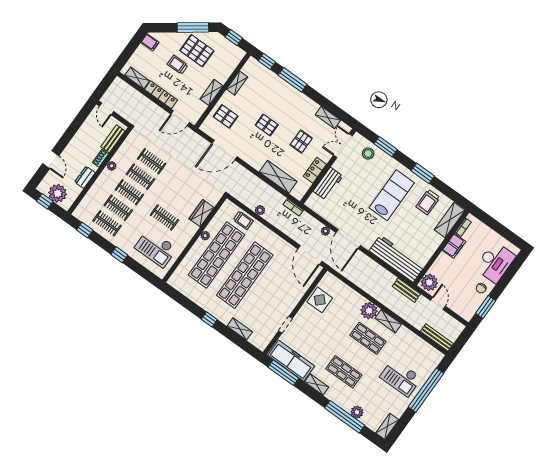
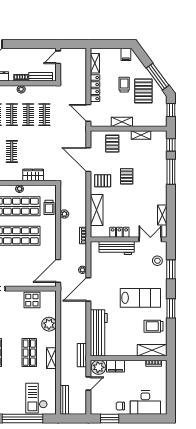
pallet: (301, 142) -> (103, 181), moved
workbench: (328, 184) -> (117, 248), width x1.38
filing cabinet: (454, 246) -> (116, 366), moved
plant: (369, 311) -> (49, 324), moved
checkout: (401, 377) -> (37, 398), moved

